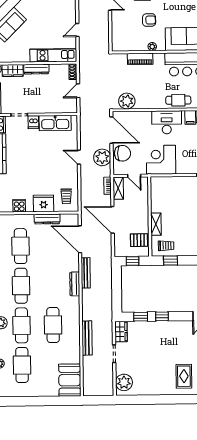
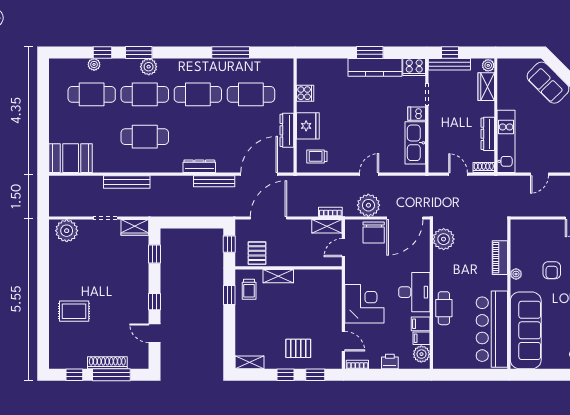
door: (77, 30) -> (540, 174), swing flipped
dresser: (36, 69) -> (488, 134), moved
corner desk: (161, 160) -> (364, 304), moved
door: (113, 220) -> (268, 218), moved
window: (162, 316) -> (154, 302), moved

